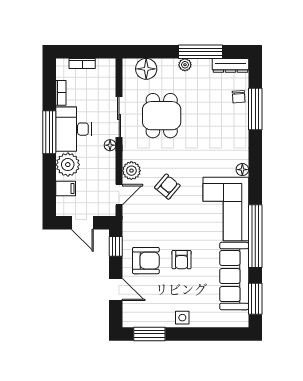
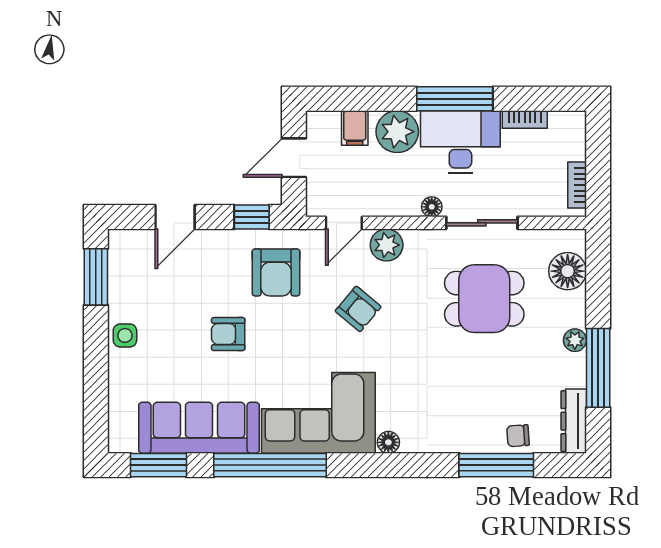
bookcase: (82, 64) -> (577, 185), moved
door: (119, 195) -> (344, 223), hinge flipped
armchair: (146, 261) -> (276, 272), moved

